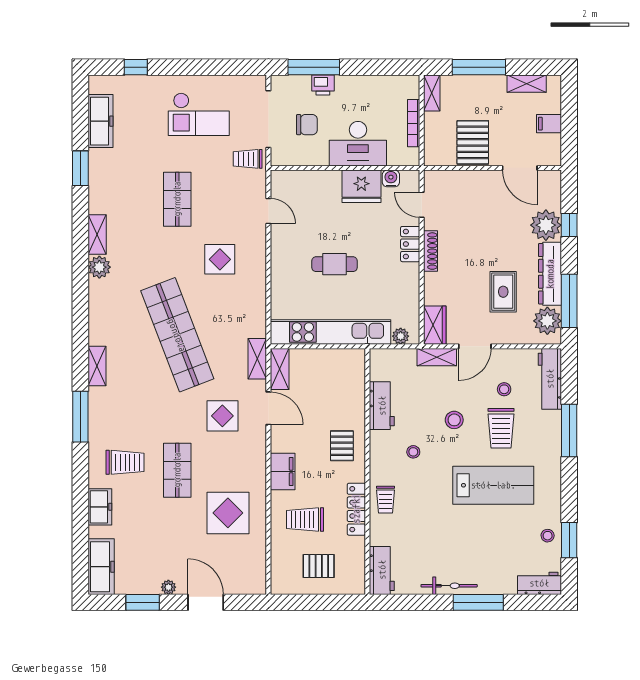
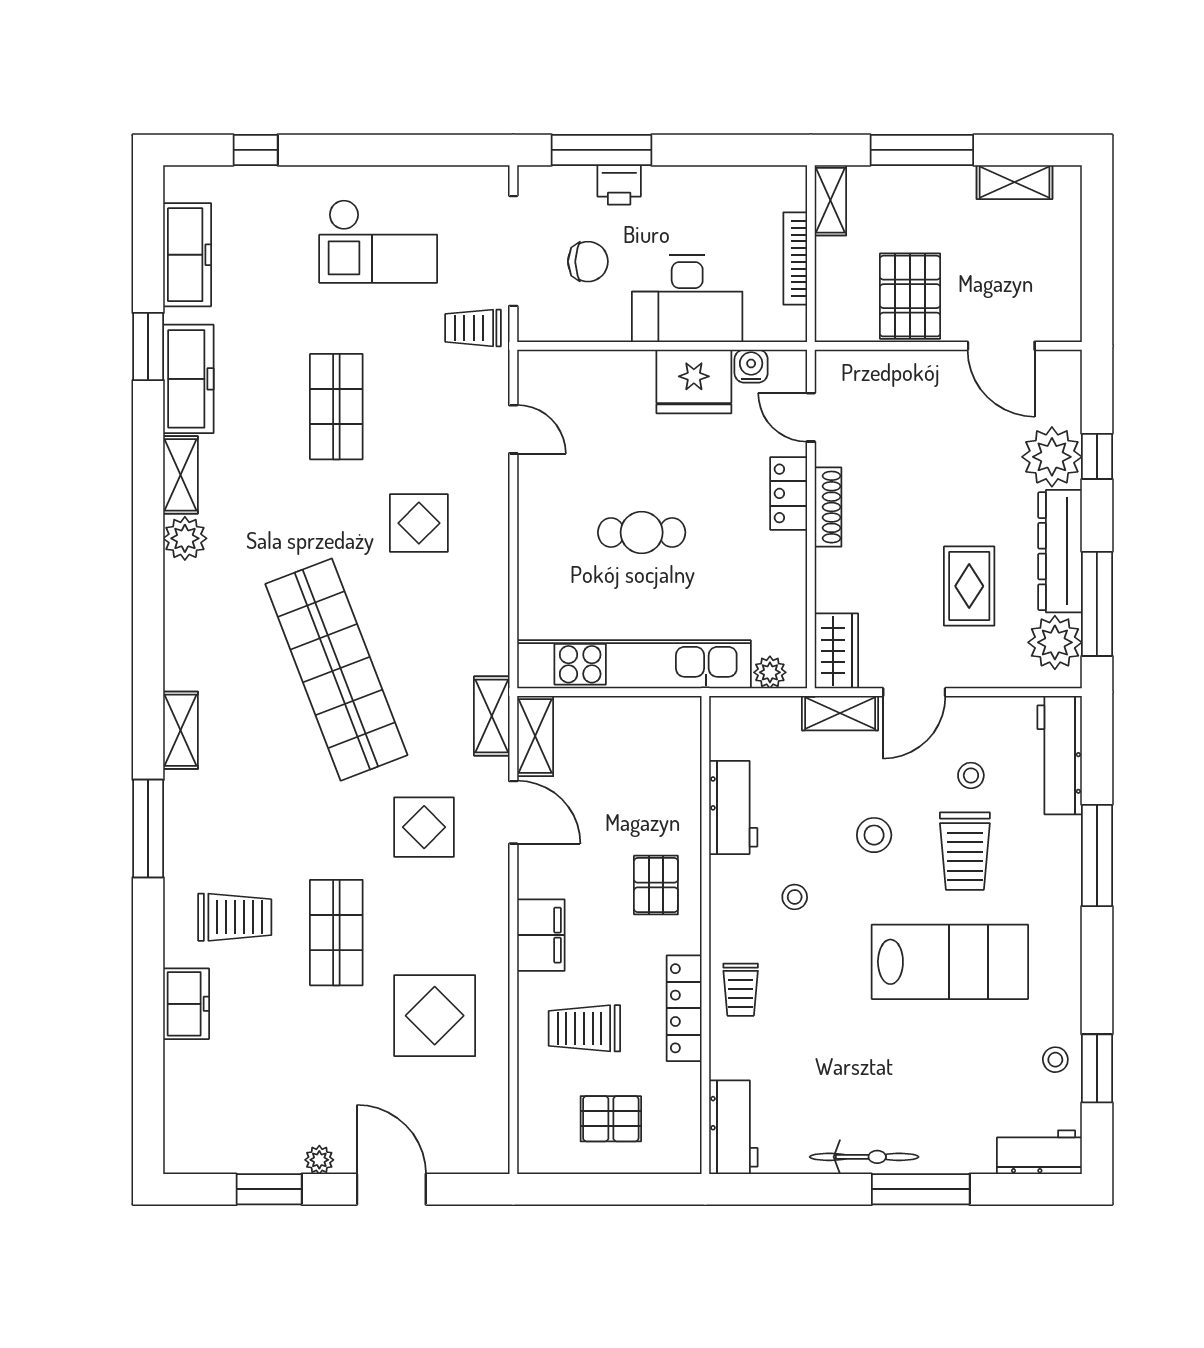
filing cabinet: (549, 124) -> (1058, 260), removed
freezer: (101, 567) -> (188, 379), moved

